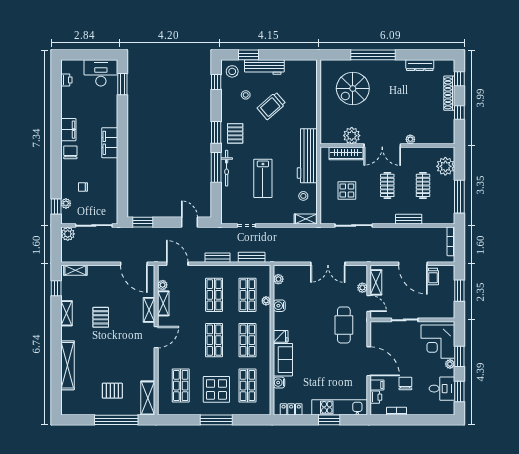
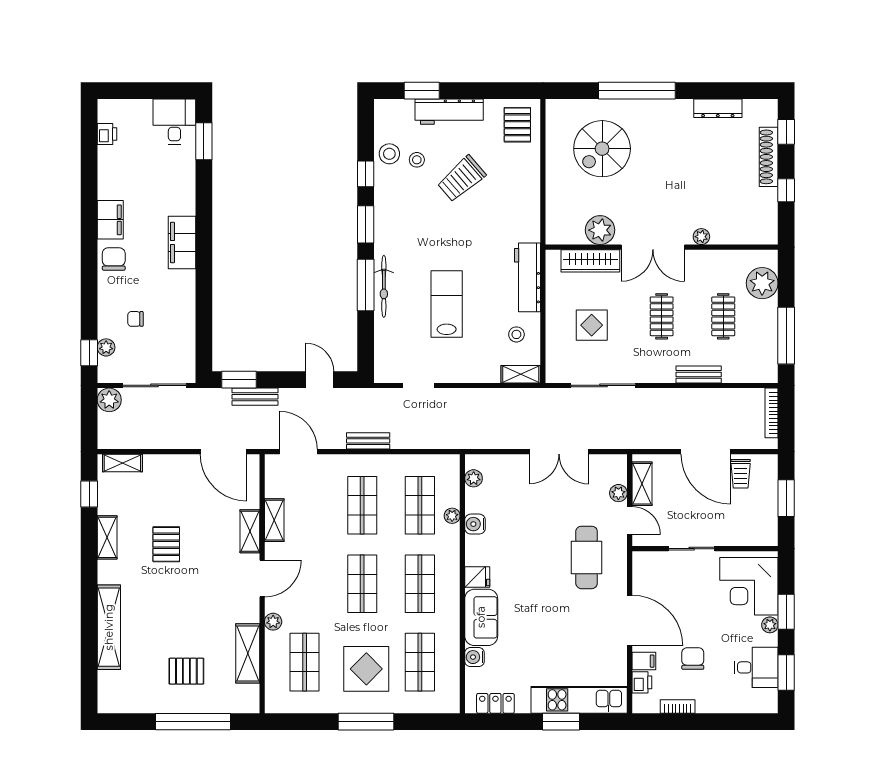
stool: (232, 71) -> (389, 154), moved
desk: (101, 73) -> (174, 122), width x0.73
window: (216, 82) -> (366, 174), moved
pallet: (235, 133) -> (517, 125), moved
workbench: (307, 156) -> (527, 277), width x0.73, depth x0.76
lab bench: (263, 178) -> (447, 304), turned 180
bench: (252, 257) -> (255, 397), moved
plant: (163, 285) -> (273, 622), moved
shelving: (148, 398) -> (248, 653), moved

